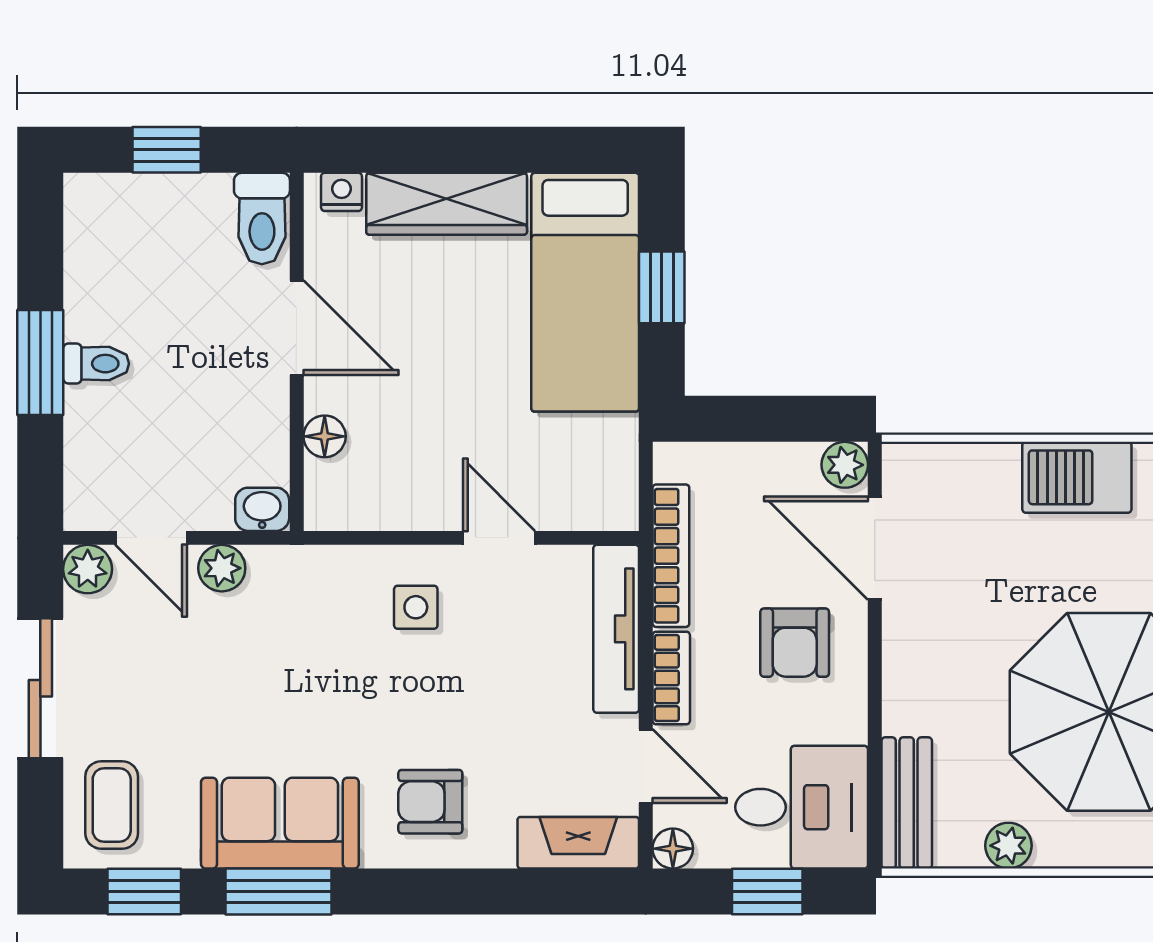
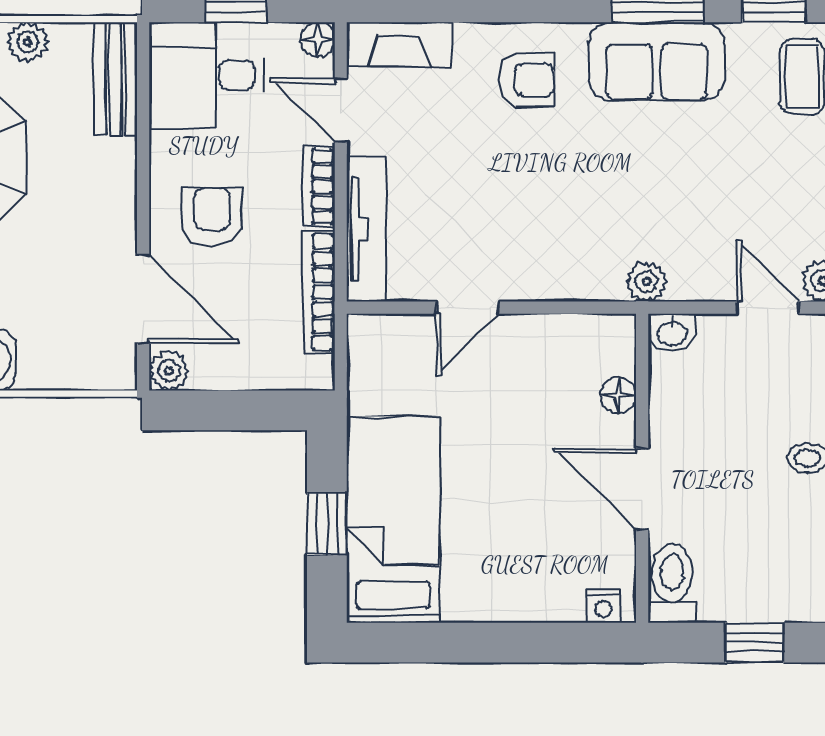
wardrobe: (447, 204) -> (513, 596), removed
door: (499, 538) -> (468, 308), hinge flipped
plant: (222, 568) -> (647, 281), moved
side table: (416, 607) -> (539, 248), removed

